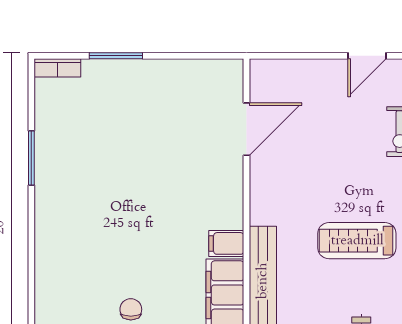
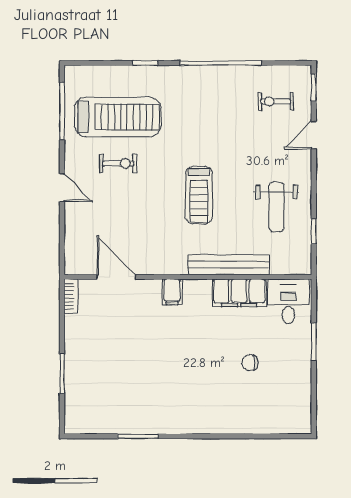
bookcase: (57, 68) -> (71, 296), moved
filing cabinet: (226, 243) -> (172, 292), moved

